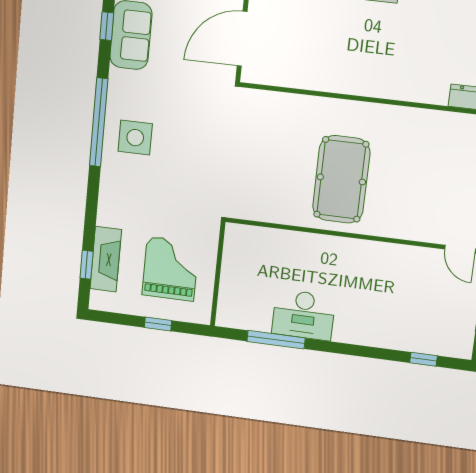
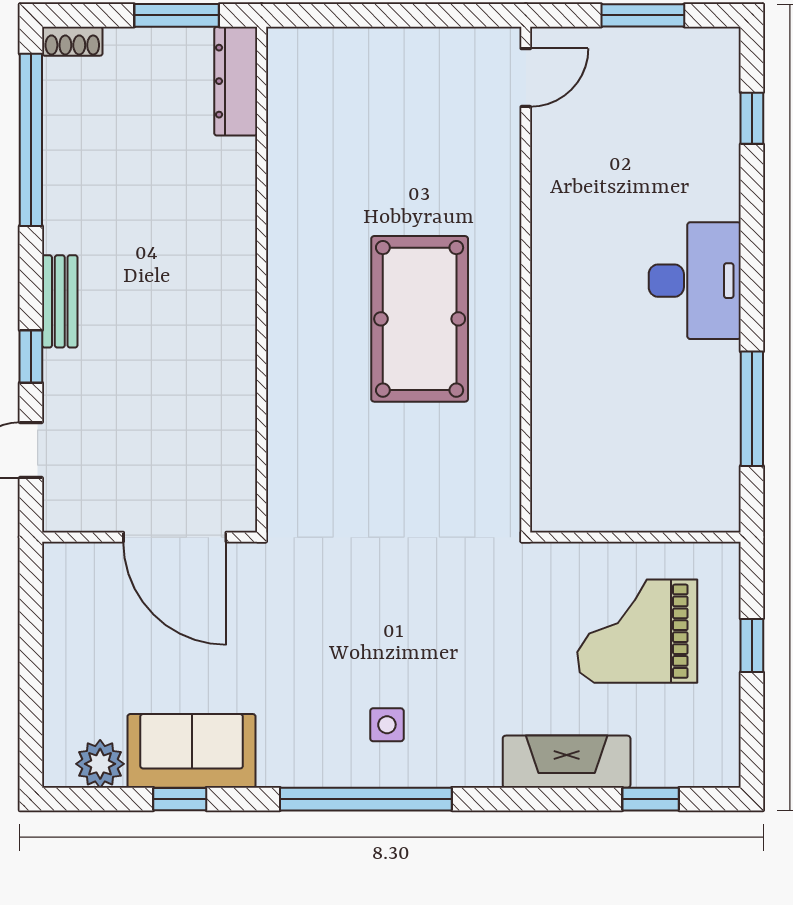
side table: (135, 138) -> (387, 725), width x0.54, depth x0.54
pool table: (341, 179) -> (420, 319), turned 90
fireplace: (106, 259) -> (567, 762), moved
desk: (303, 315) -> (695, 281), moved

